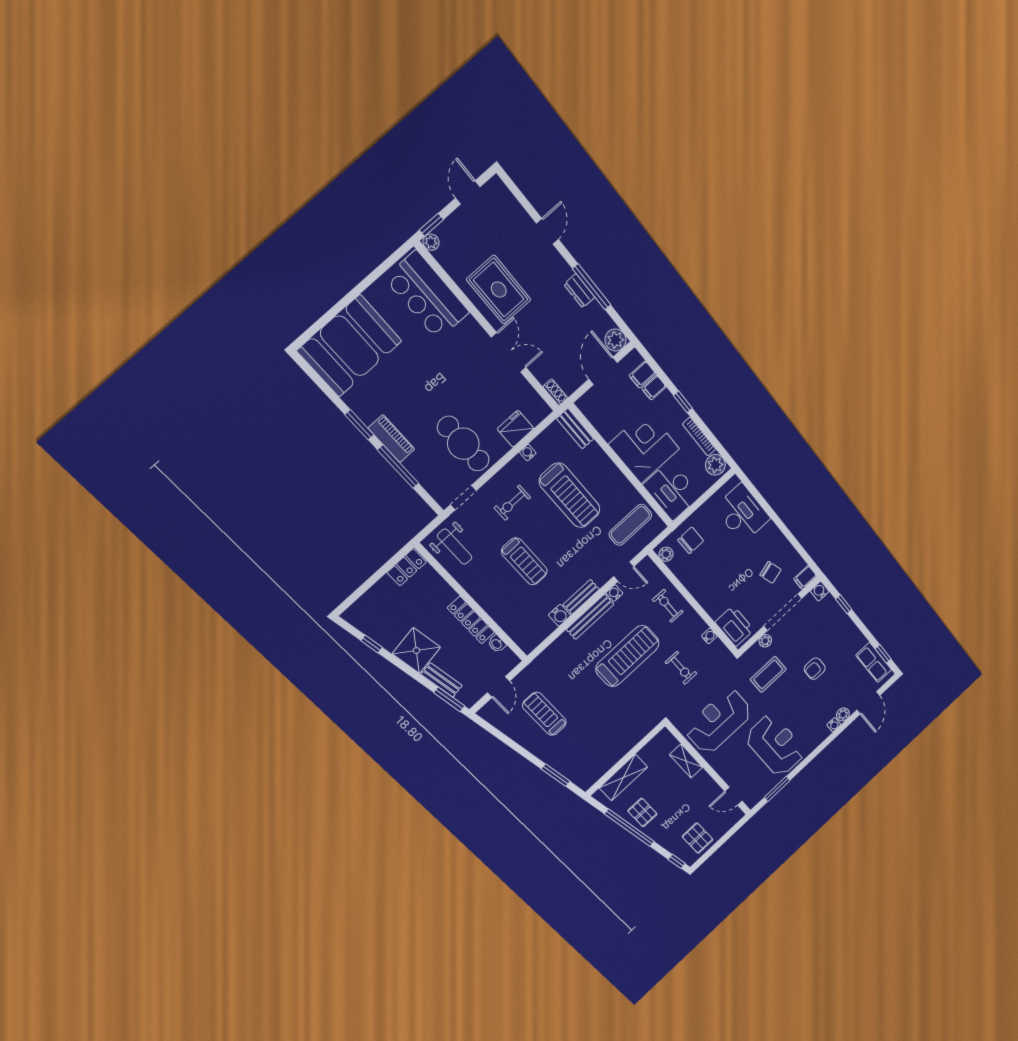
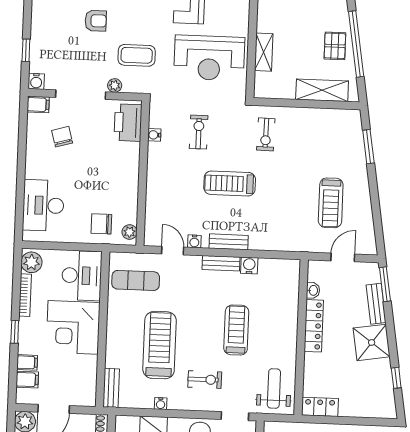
exercise bike: (668, 606) -> (266, 134), moved
bench: (590, 617) -> (229, 242), width x0.73
treadmill: (627, 656) -> (230, 183), width x0.73, depth x0.73

